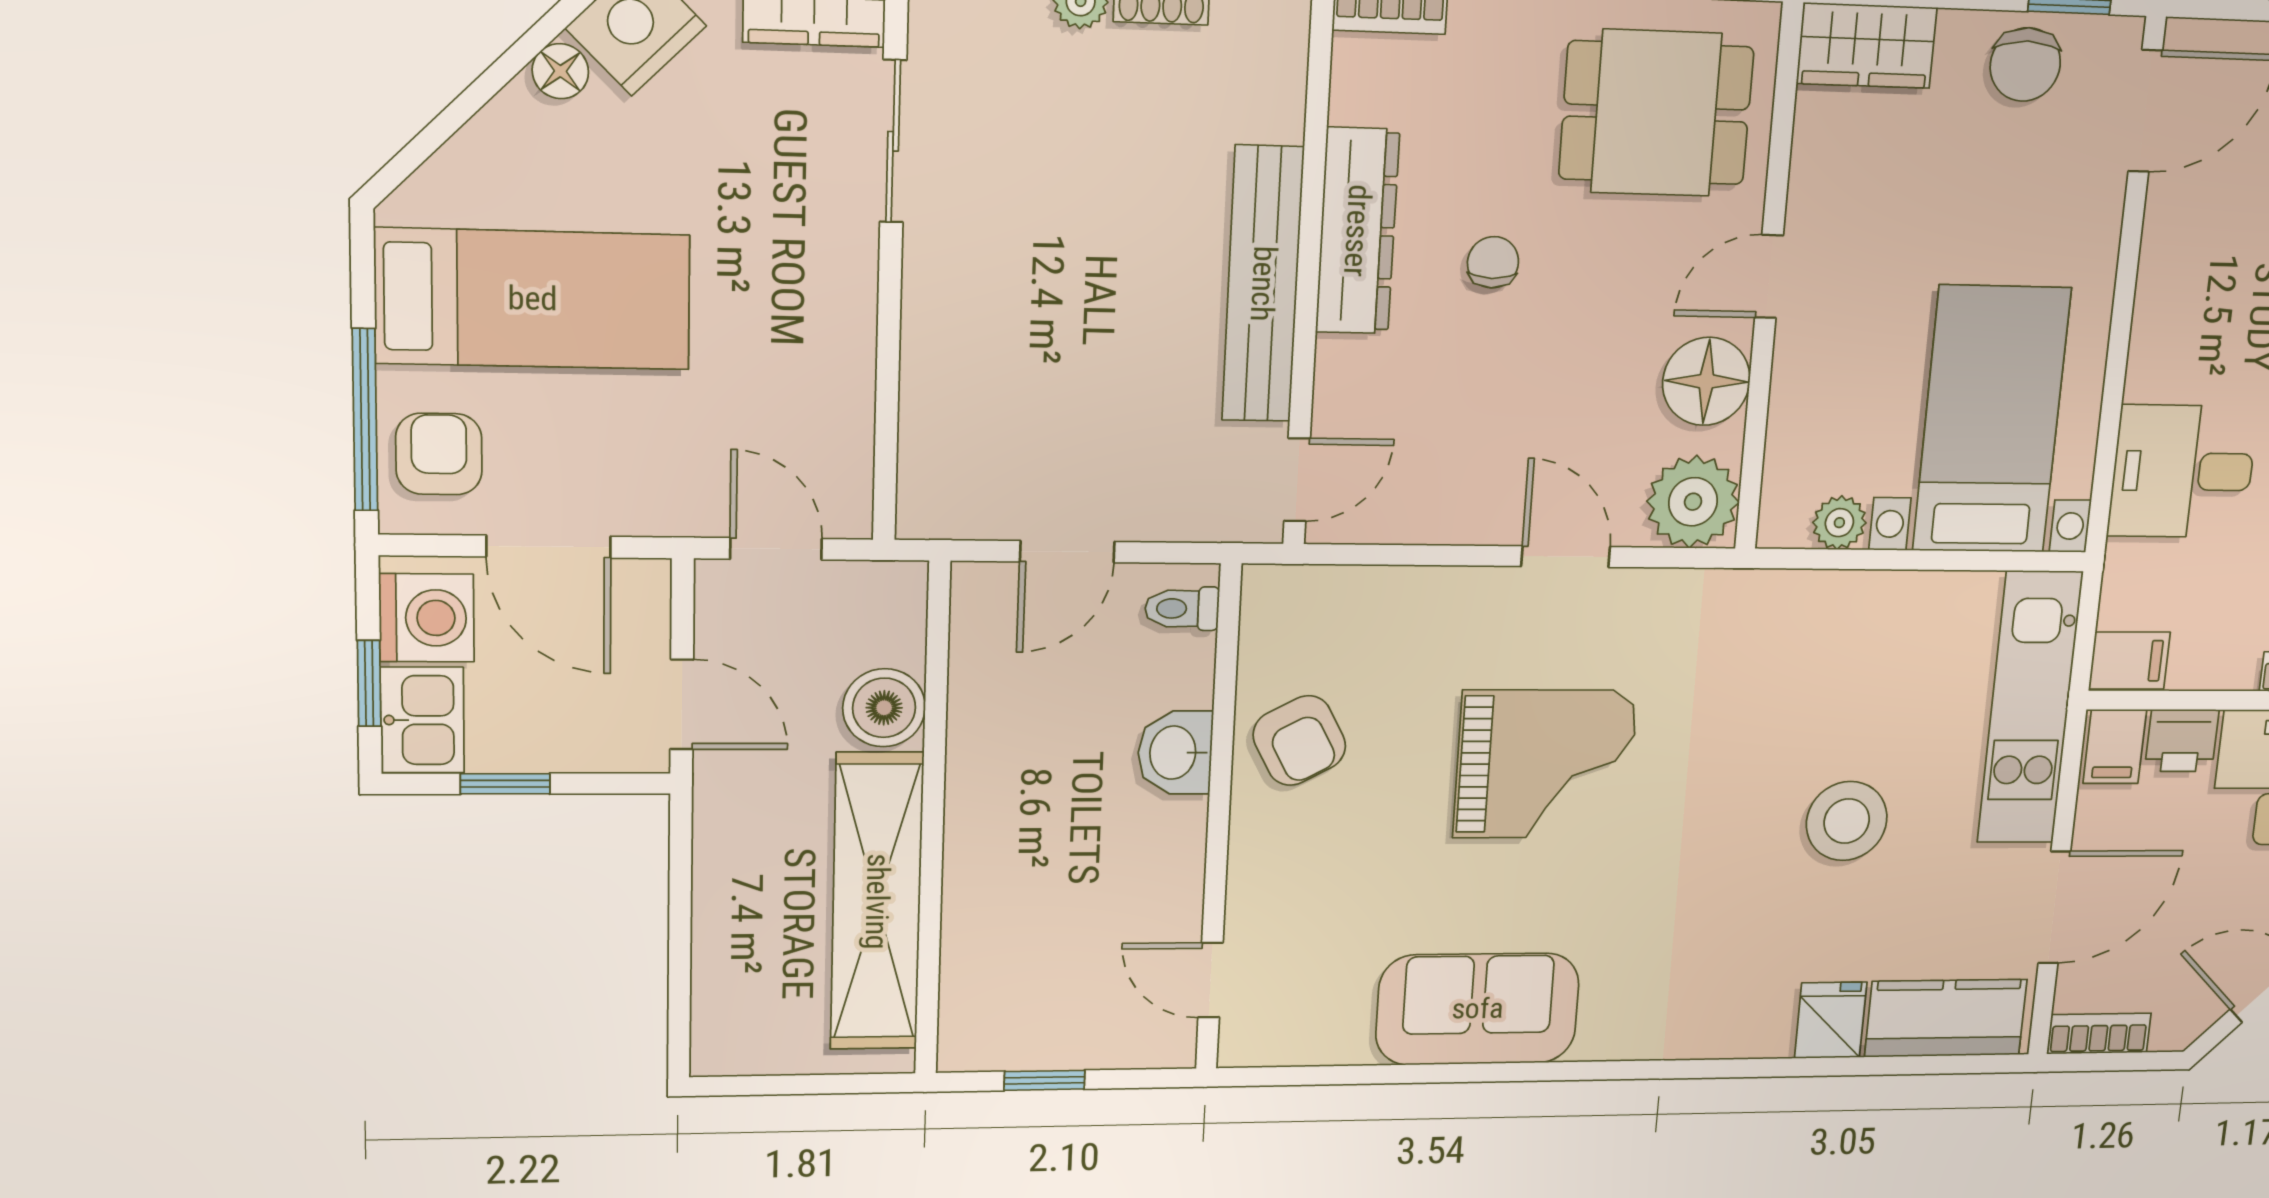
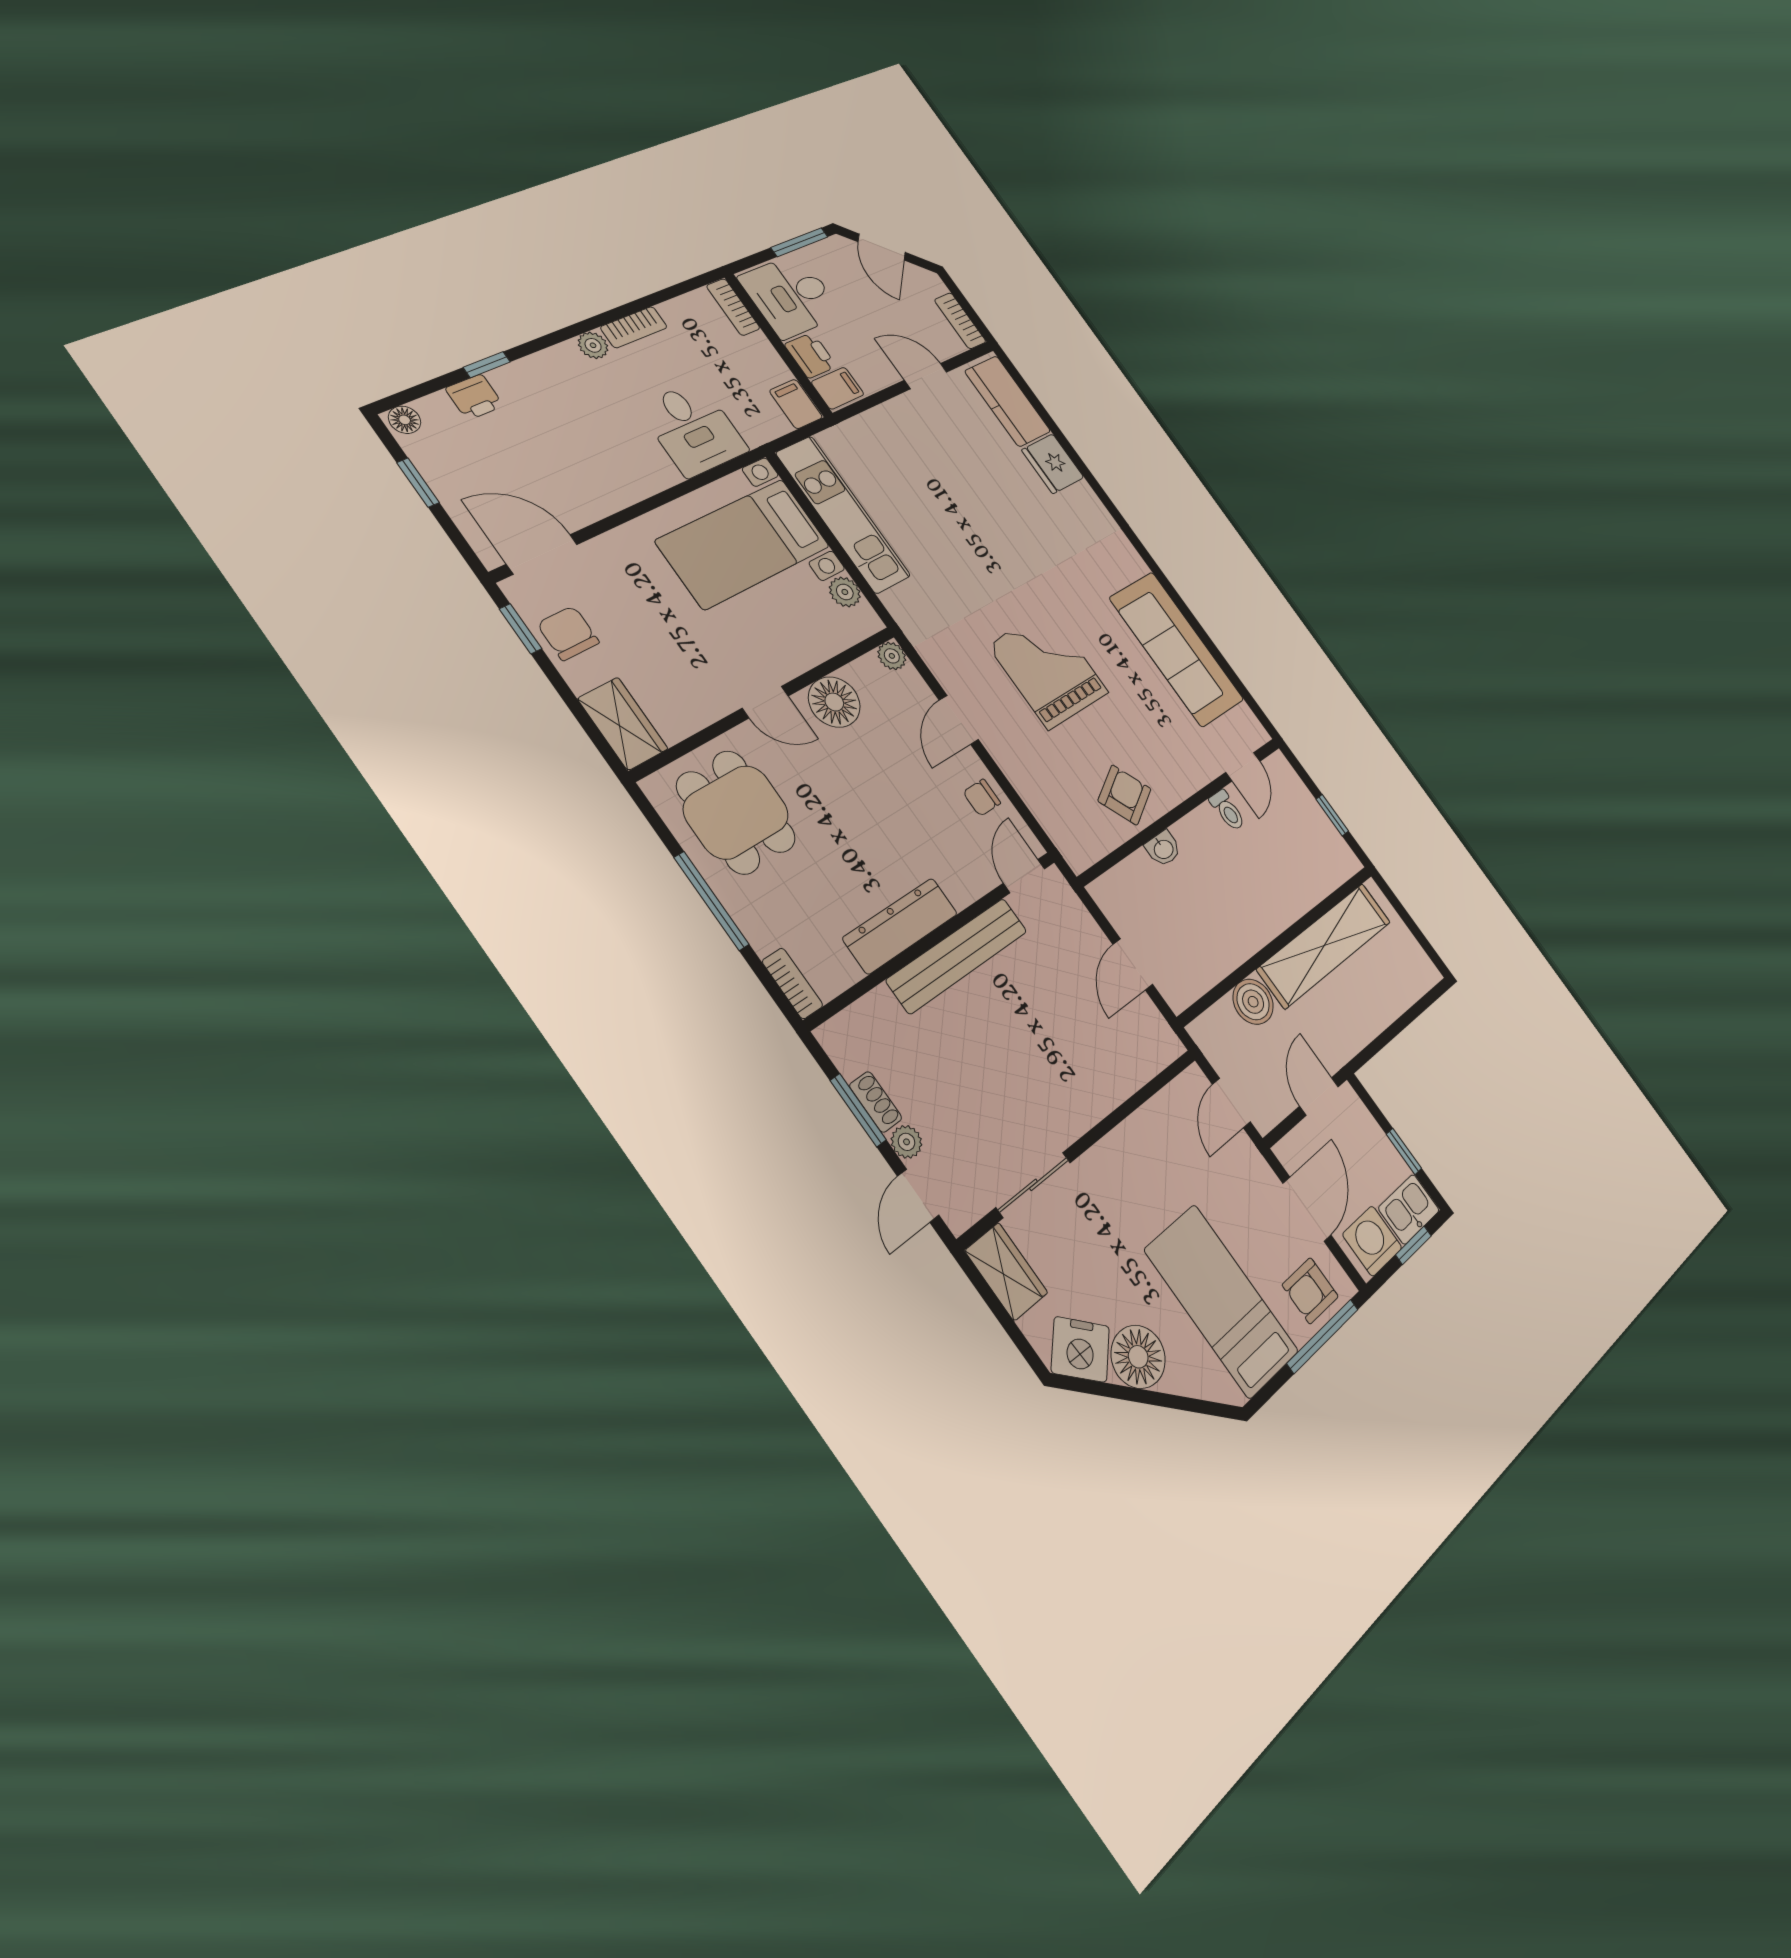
chair: (2025, 64) -> (568, 633), turned -90
floor lamp: (560, 71) -> (1138, 1357), width x1.89, depth x1.89
chair: (1493, 262) -> (982, 798), moved
door: (1297, 480) -> (1024, 876), hinge flipped
plant: (1693, 502) -> (892, 656), width x0.53, depth x0.53
door: (1067, 552) -> (1133, 964), swing flipped
toilet: (1182, 609) -> (1227, 810), moved
kitchen unit: (2030, 708) -> (843, 515), moved, turned -90
washbasin: (1175, 753) -> (1163, 849), width x0.72, depth x0.69
stool: (1847, 821) -> (965, 504), removed
door: (2054, 907) -> (926, 376), width x0.73
sofa: (1478, 1009) -> (1177, 649), width x1.36
fridge: (1831, 1020) -> (1053, 464), width x1.38

